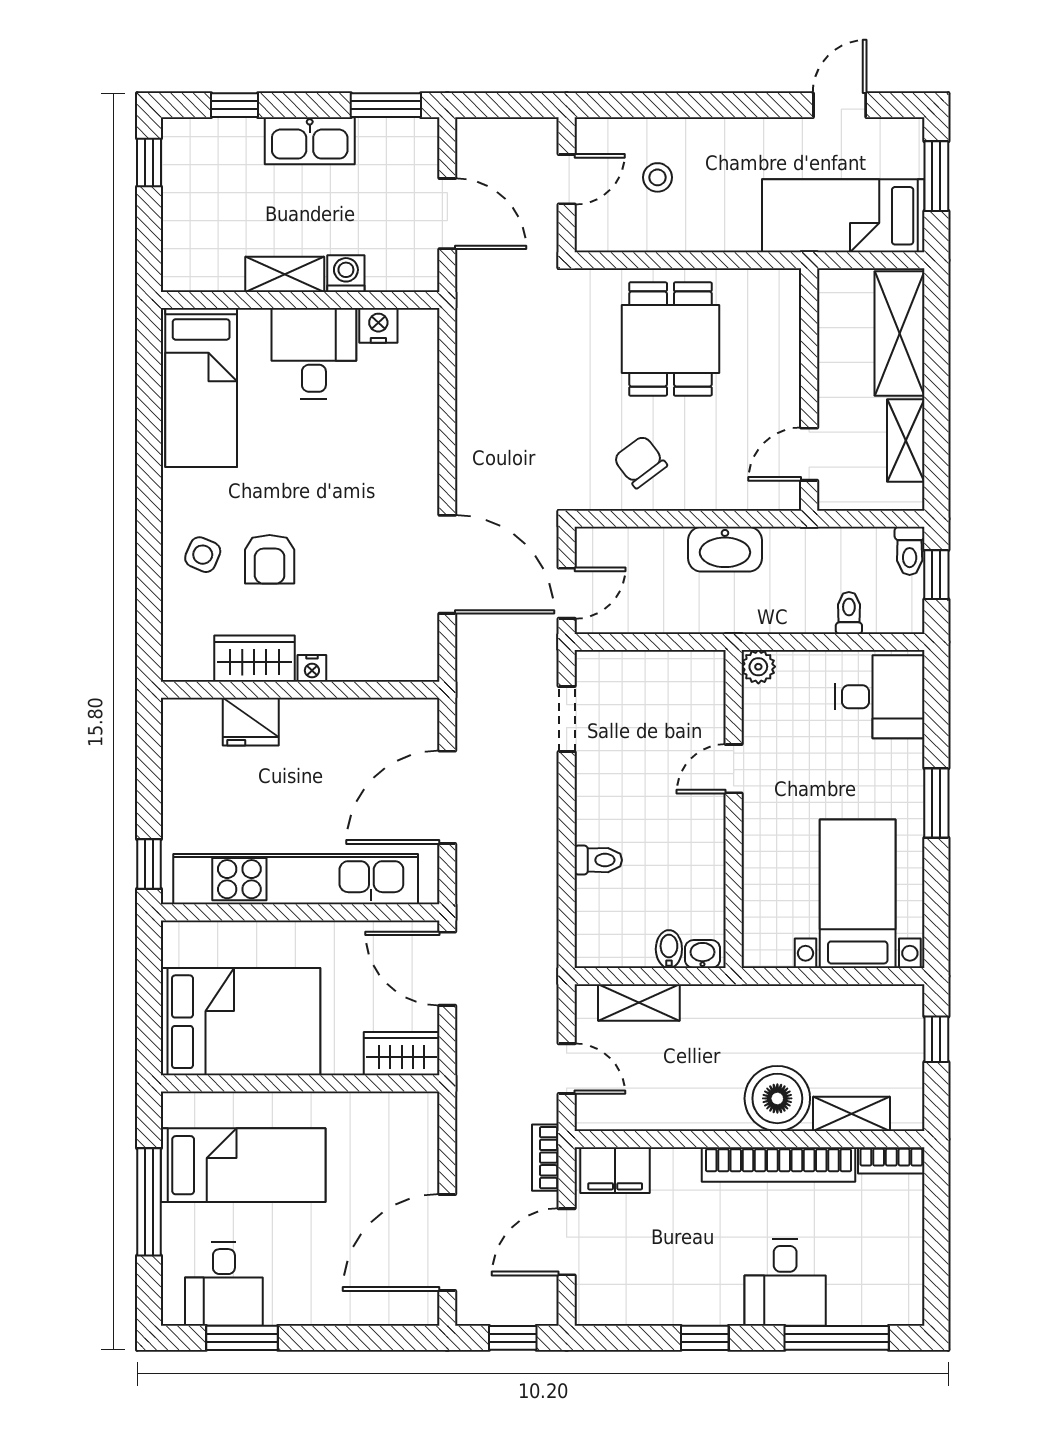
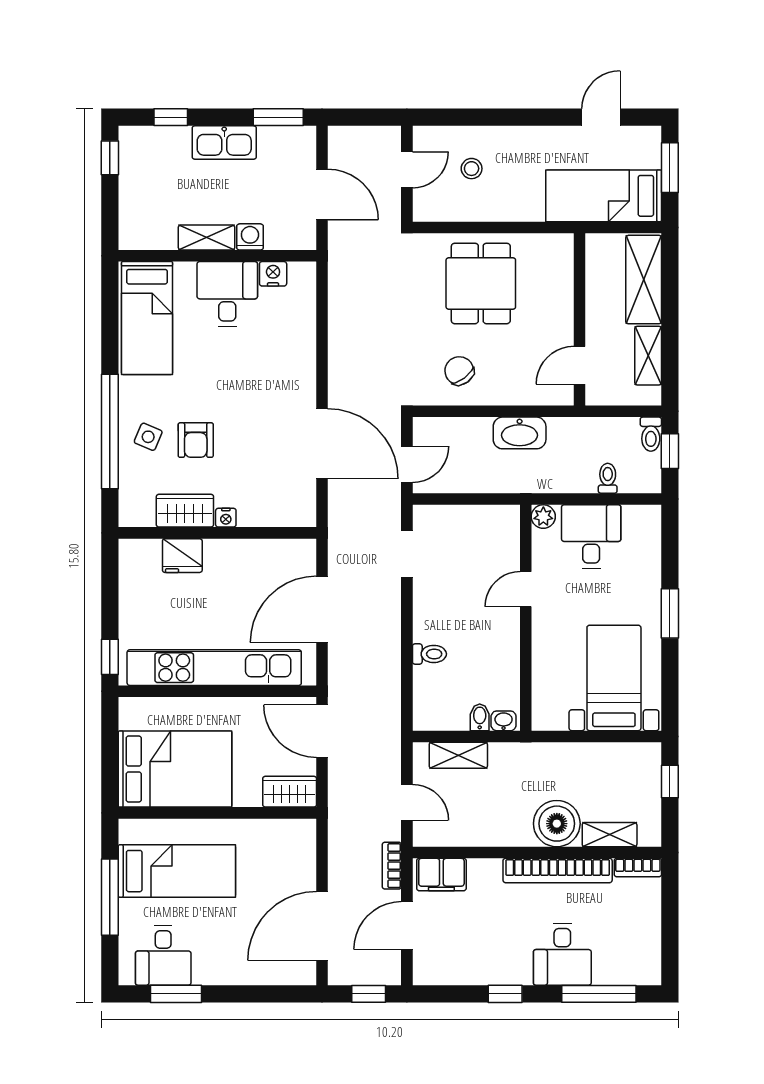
window: (149, 547) -> (110, 431), added
desk: (880, 697) -> (591, 536), moved, turned -90

